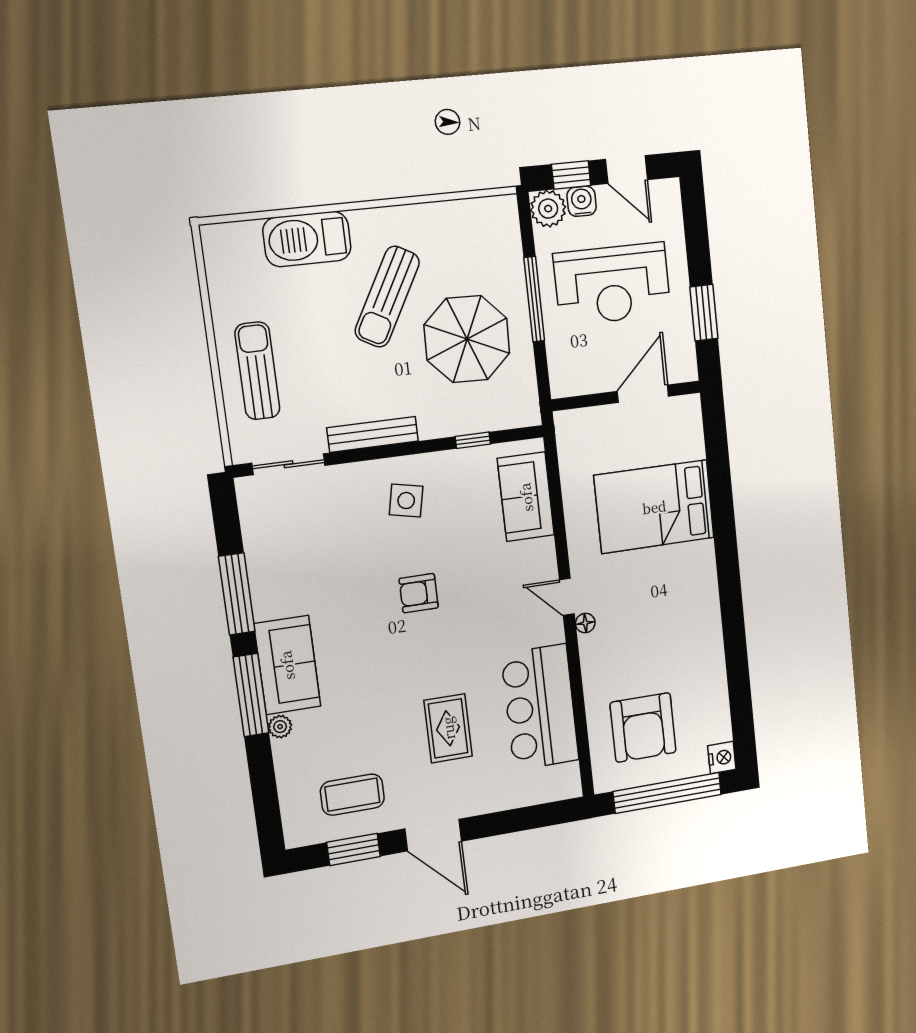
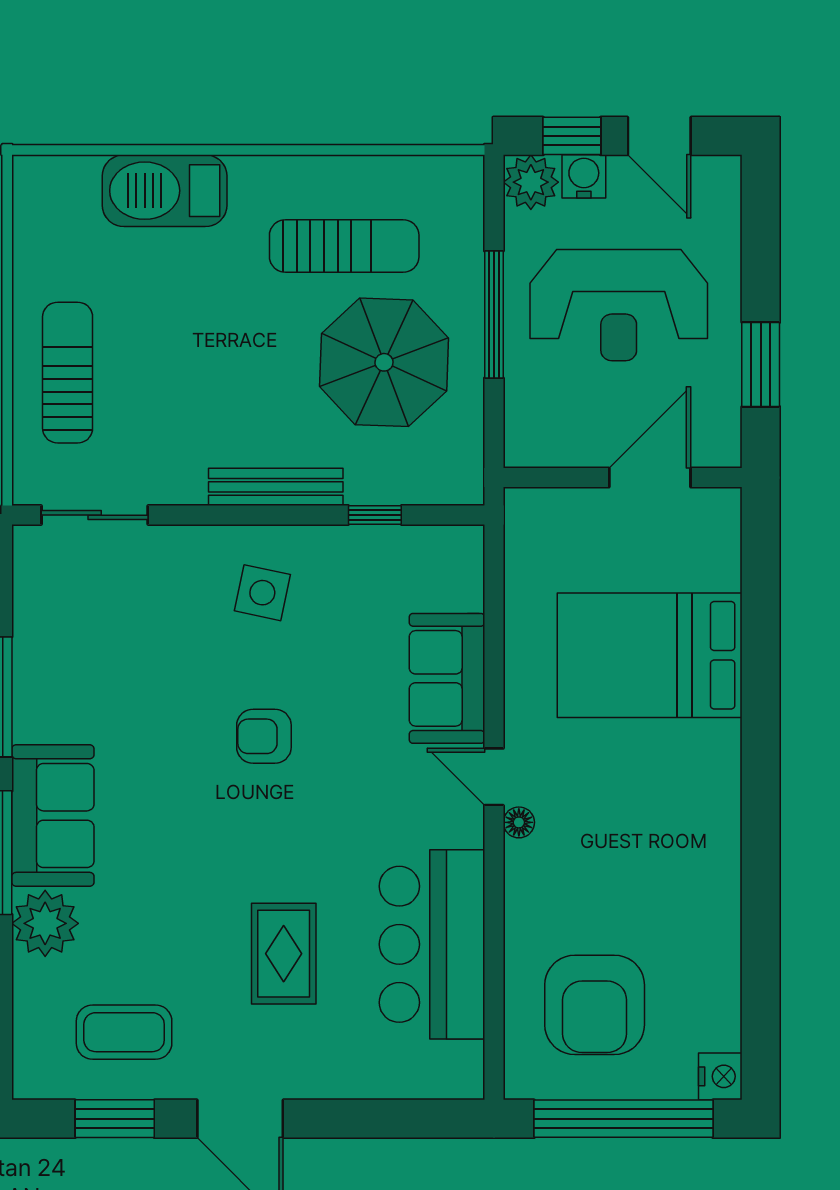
sun lounger: (387, 297) -> (344, 246), moved, turned -119
bench: (373, 434) -> (276, 487), moved
sofa: (526, 497) -> (447, 678), moved
plant: (280, 727) -> (45, 923), width x1.88, depth x1.88

